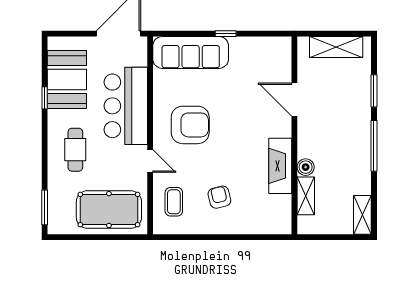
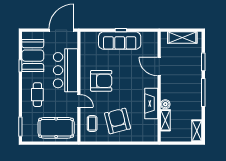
sofa: (191, 52) -> (120, 41), moved
armchair: (219, 197) -> (117, 121), width x1.88, depth x1.88

